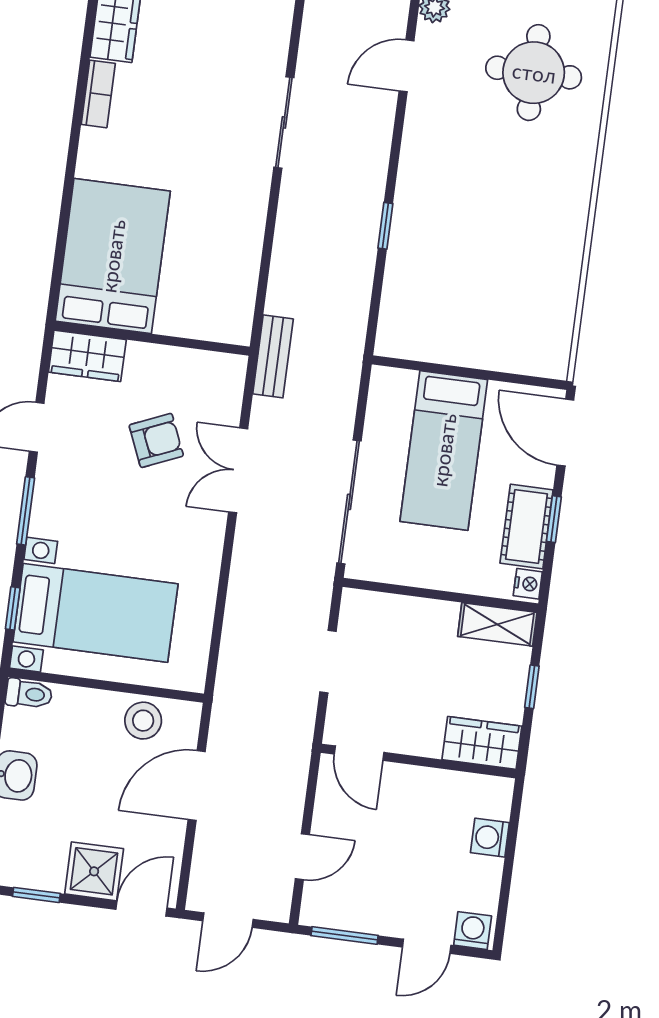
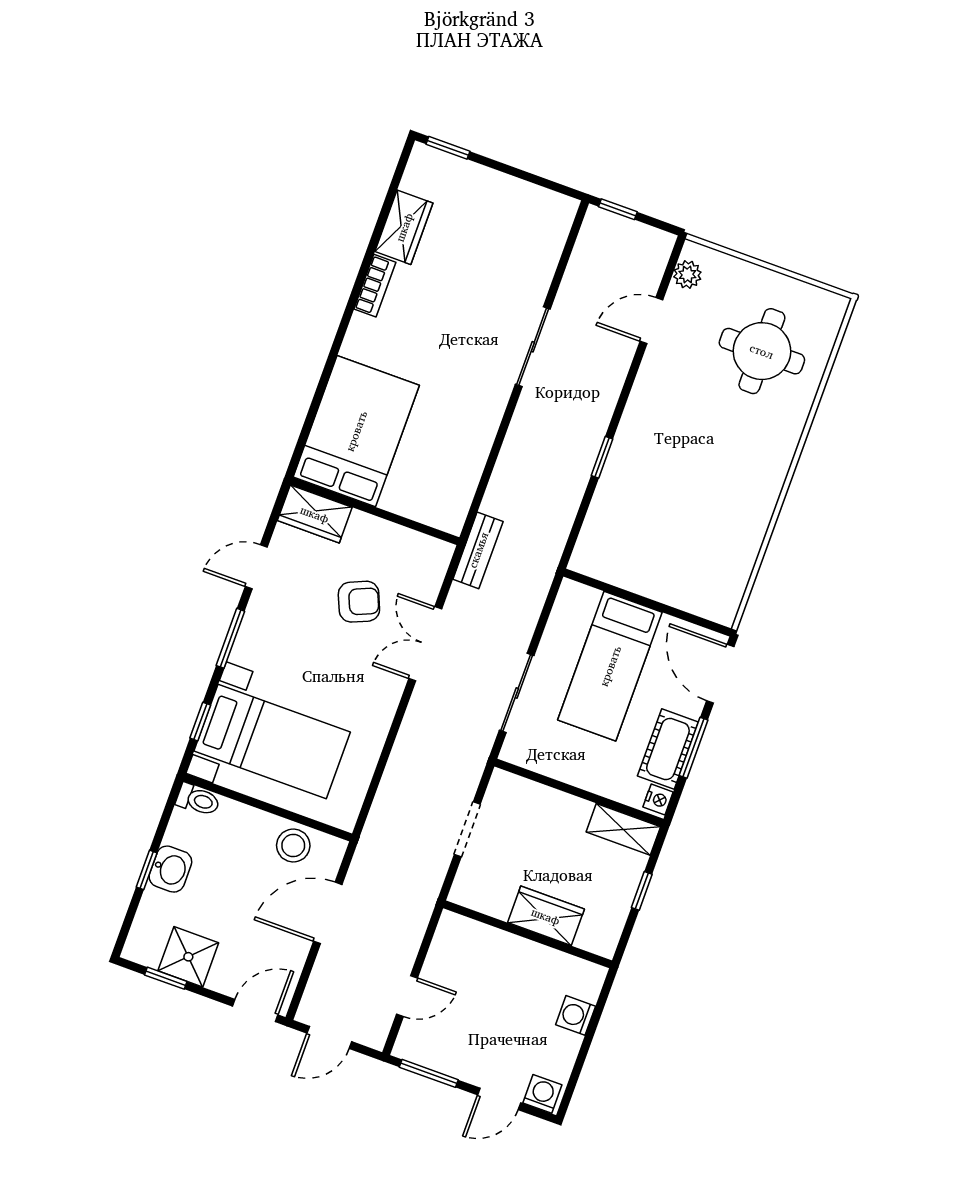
sliding door: (349, 502) -> (517, 693), width x0.73
window: (554, 519) -> (694, 748), width x1.50
wardrobe: (482, 743) -> (546, 916), moved
door: (359, 753) -> (477, 916), removed
shower: (94, 871) -> (188, 957), moved

